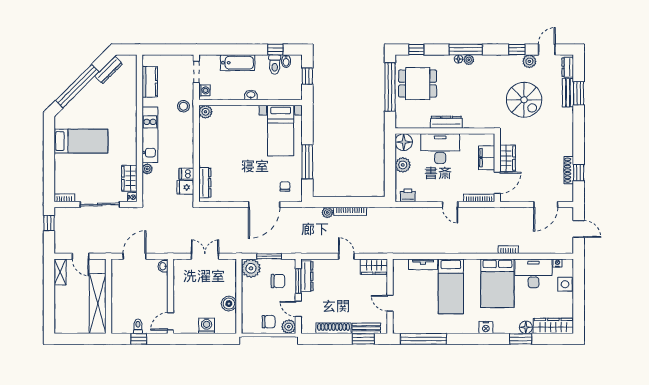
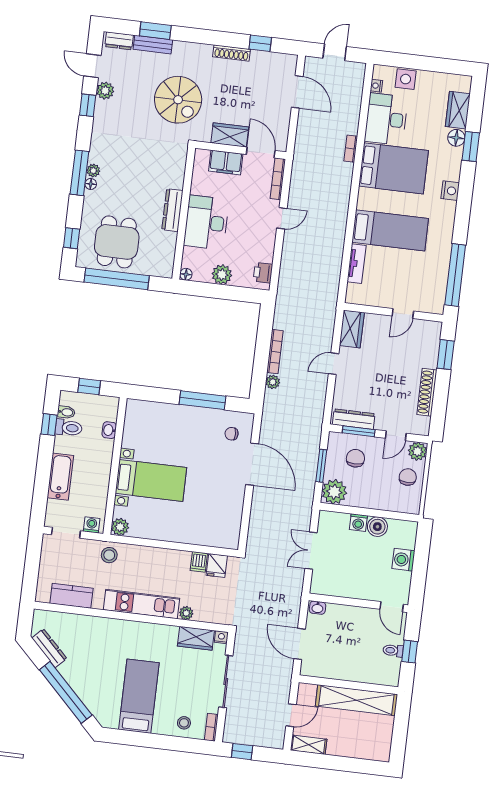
washbasin: (251, 95) -> (109, 430), moved
spiral stairs: (524, 100) -> (178, 100), moved, turned 90
bed with nightstands: (281, 131) -> (151, 480), moved
floor lamp: (404, 142) -> (186, 274), width x0.53, depth x0.53
shoe rack: (569, 170) -> (232, 53), moved
stool: (65, 177) -> (184, 723), added
dresser: (205, 183) -> (214, 539), removed
washing machine: (230, 289) -> (358, 523), added
wardrobe: (553, 326) -> (458, 110), width x0.67
bench: (366, 328) -> (432, 349), removed

